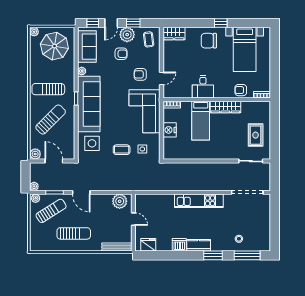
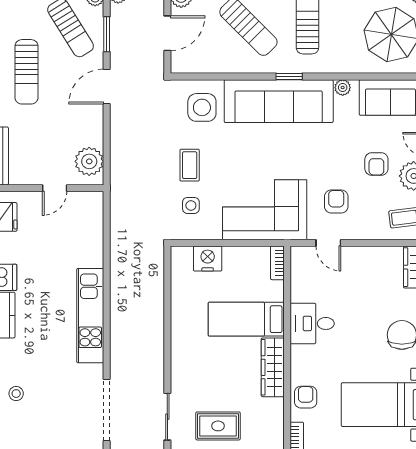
nightstand: (170, 130) -> (208, 259), moved

